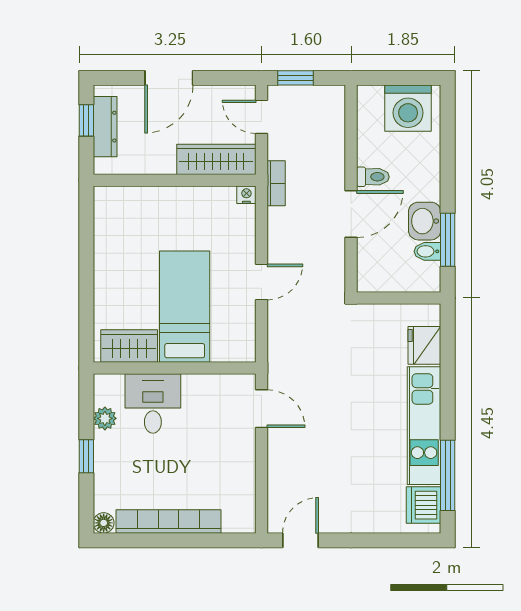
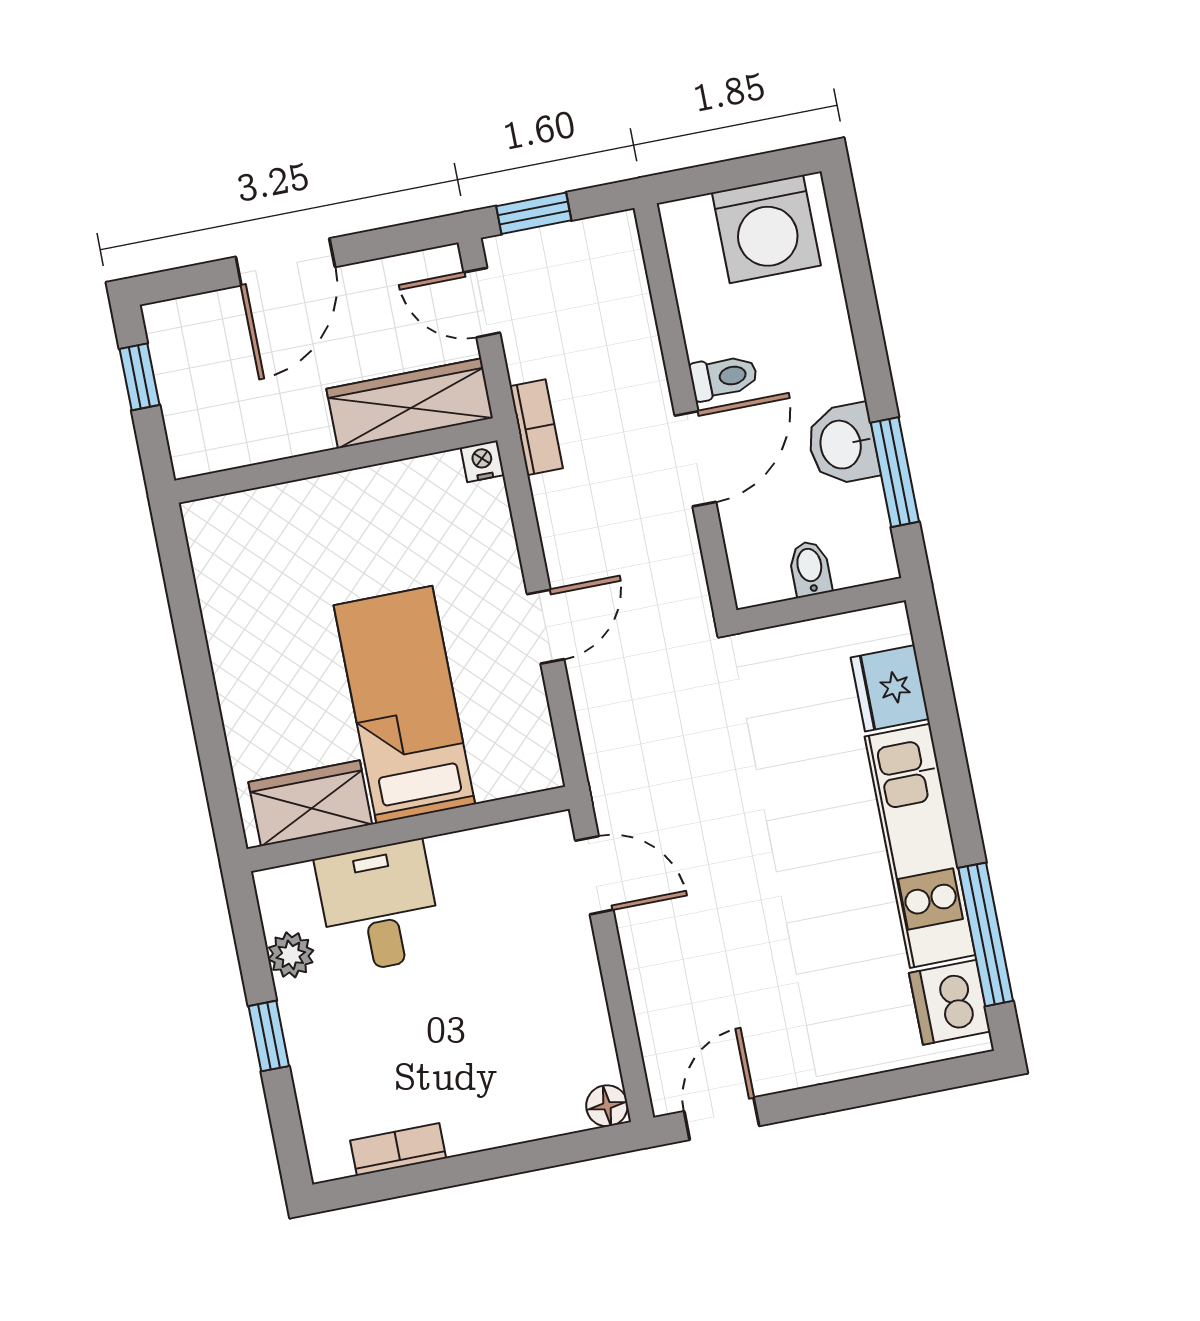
dresser: (105, 127) -> (179, 382), removed
bidet: (427, 251) -> (810, 569), moved, turned 90
bookcase: (169, 521) -> (398, 1149), width x0.43, depth x0.76
floor lamp: (104, 523) -> (607, 1106), moved

